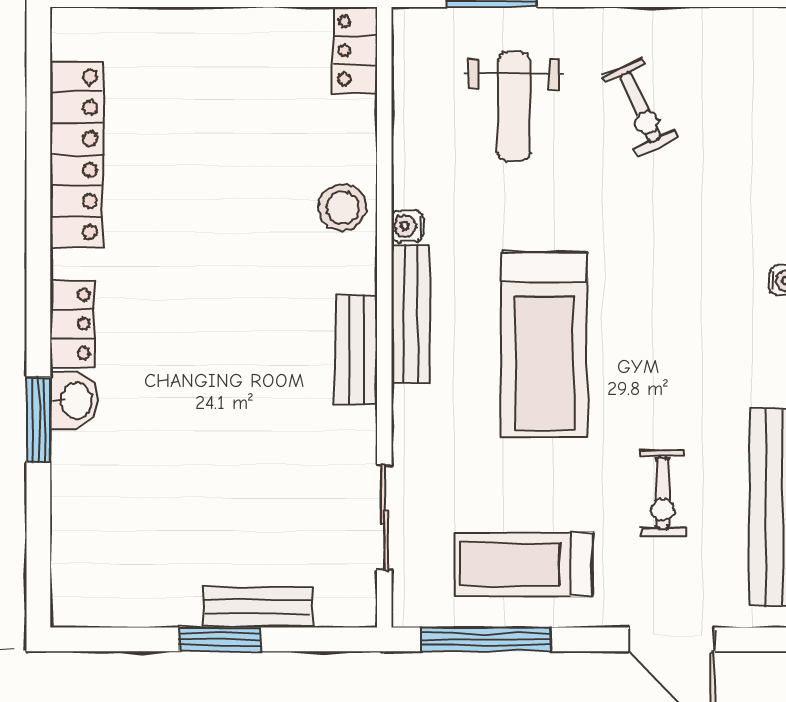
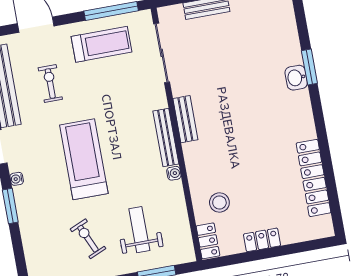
stool: (343, 207) -> (219, 203), moved
locker: (73, 324) -> (262, 240), moved, turned 90
treadmill: (544, 344) -> (84, 159), moved
sliding door: (384, 518) -> (162, 53), width x1.37

